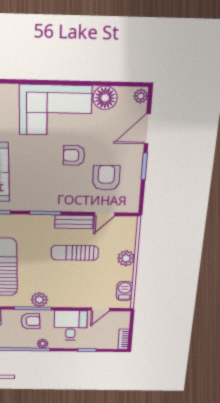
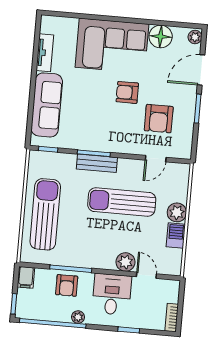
armchair: (106, 178) -> (159, 119), turned 180
bench: (74, 222) -> (97, 163), moved
sun lounger: (75, 253) -> (122, 202), width x1.36, depth x1.34
barbecue: (125, 291) -> (176, 235), moved
plant: (39, 300) -> (125, 262), moved
door: (100, 309) -> (146, 275), swing flipped
armchair: (30, 321) -> (67, 285), turned 92

